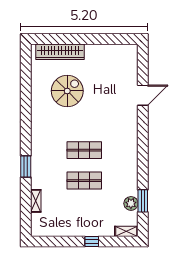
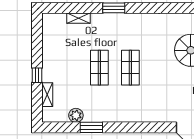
window: (143, 201) -> (91, 127), moved
shelving: (126, 231) -> (47, 95), moved

